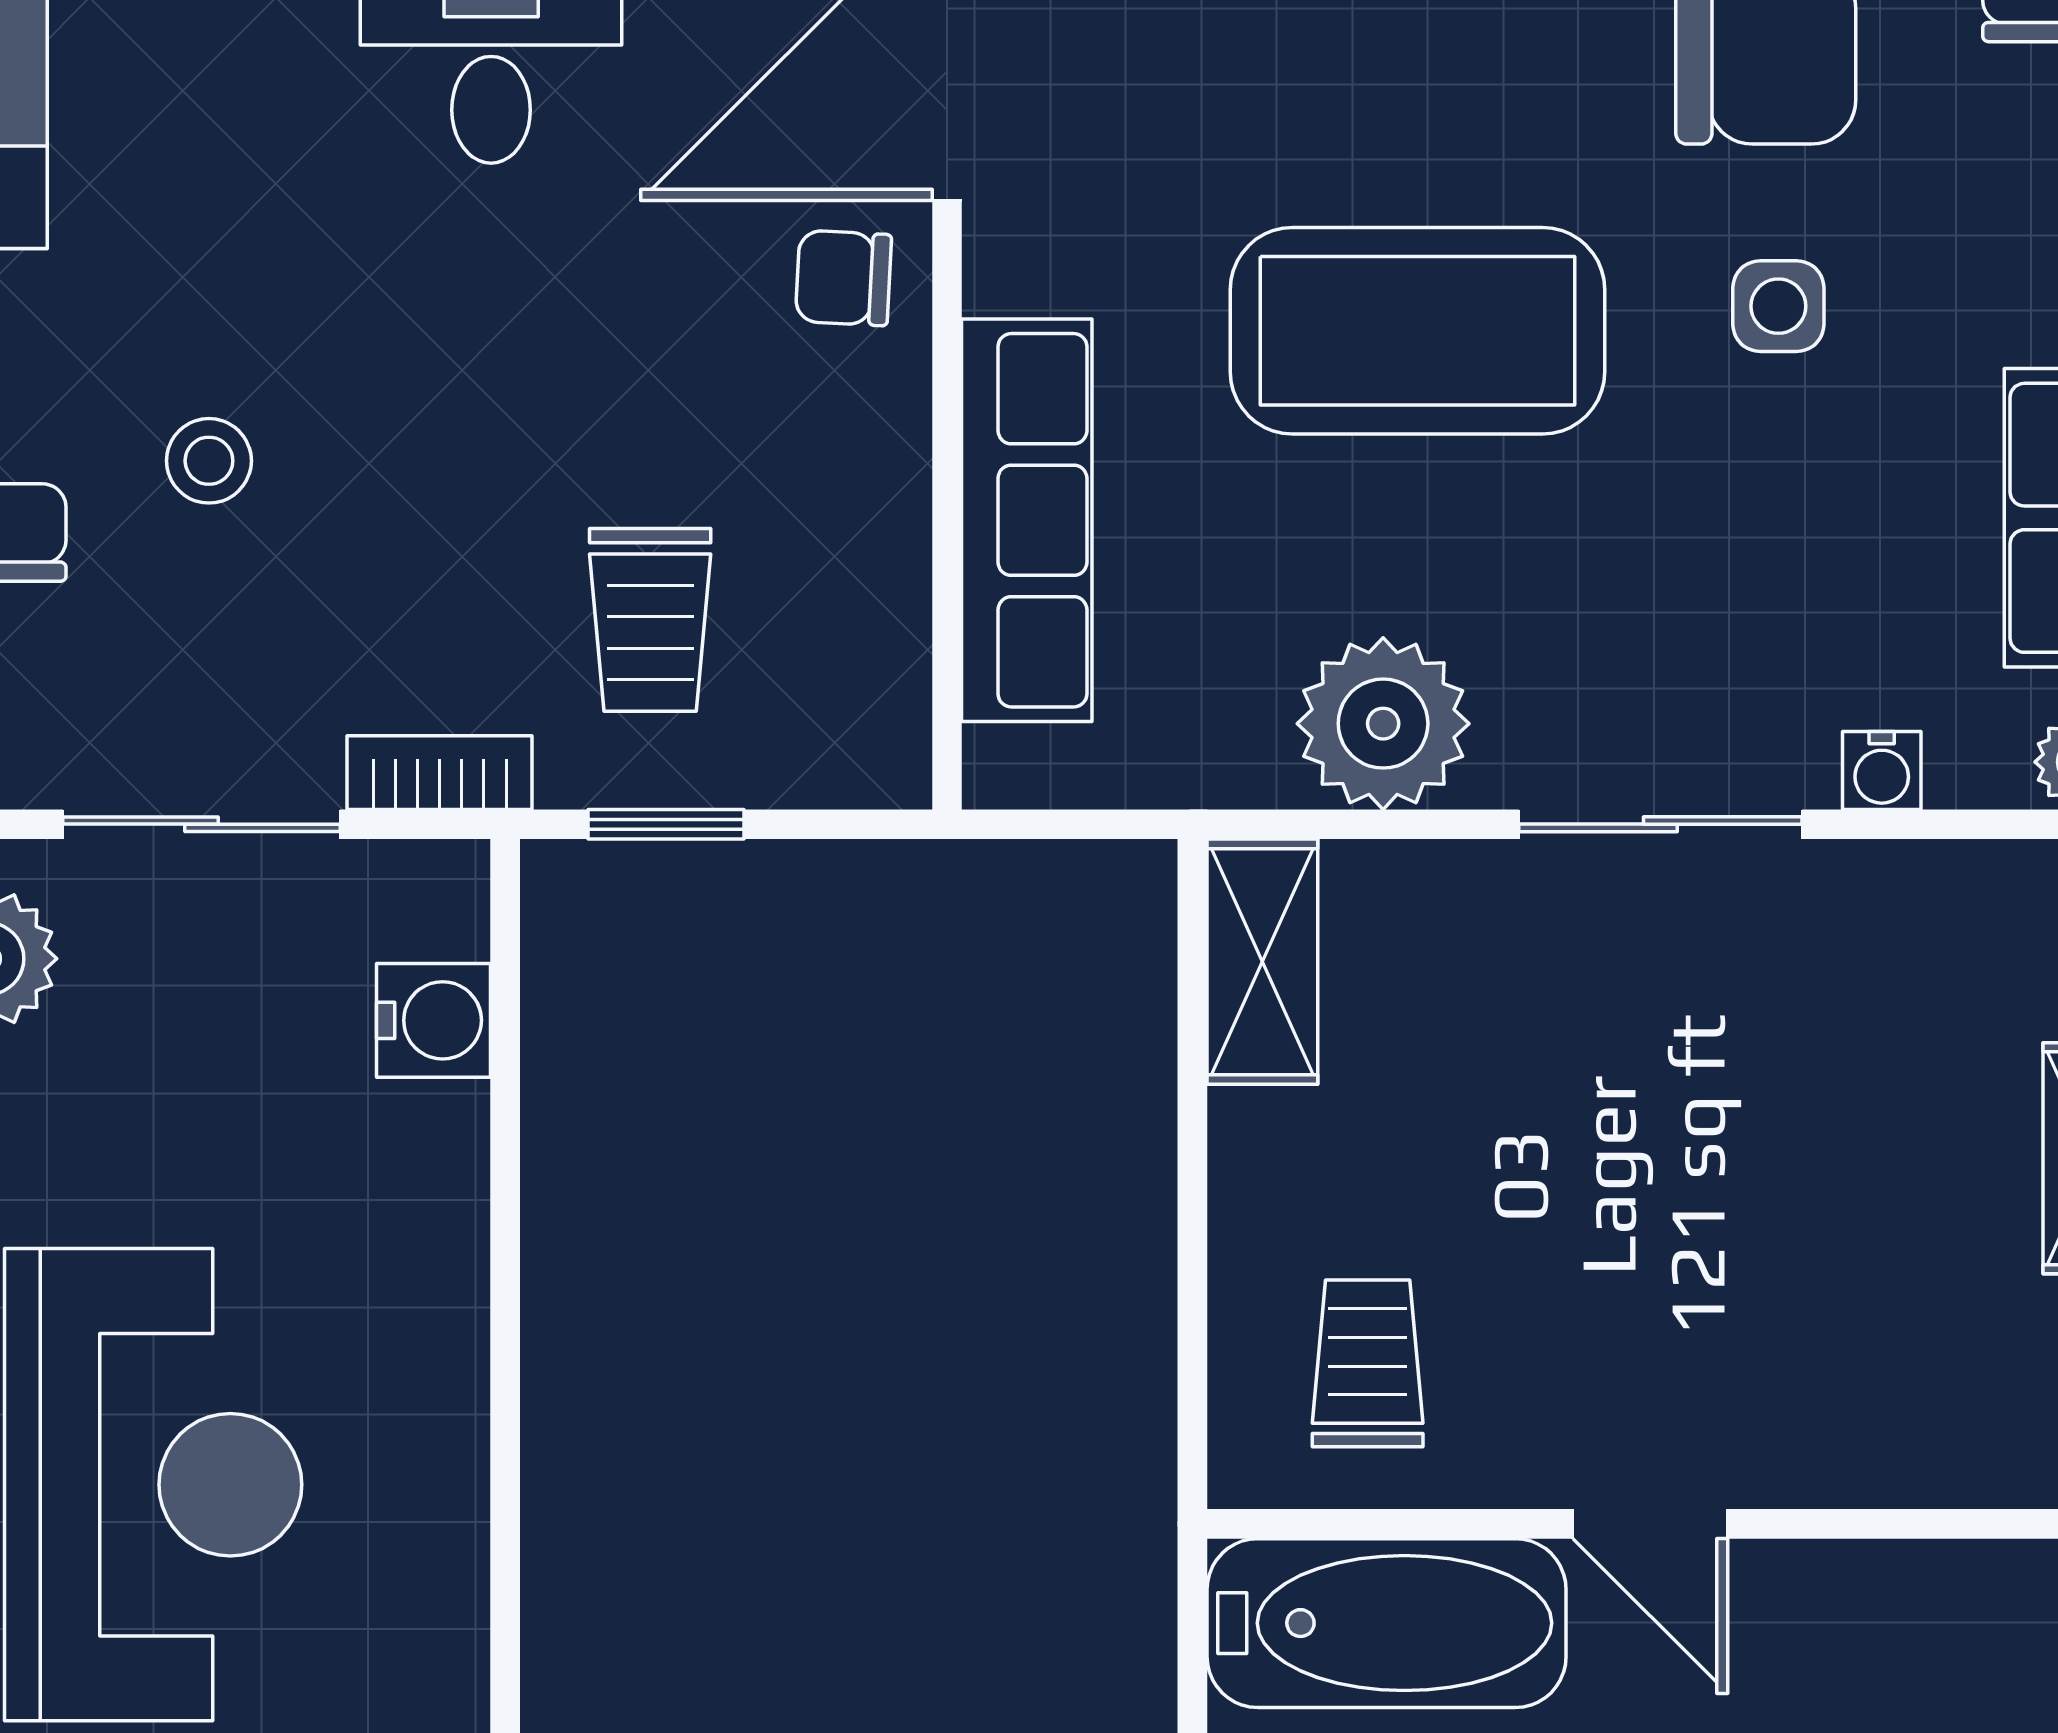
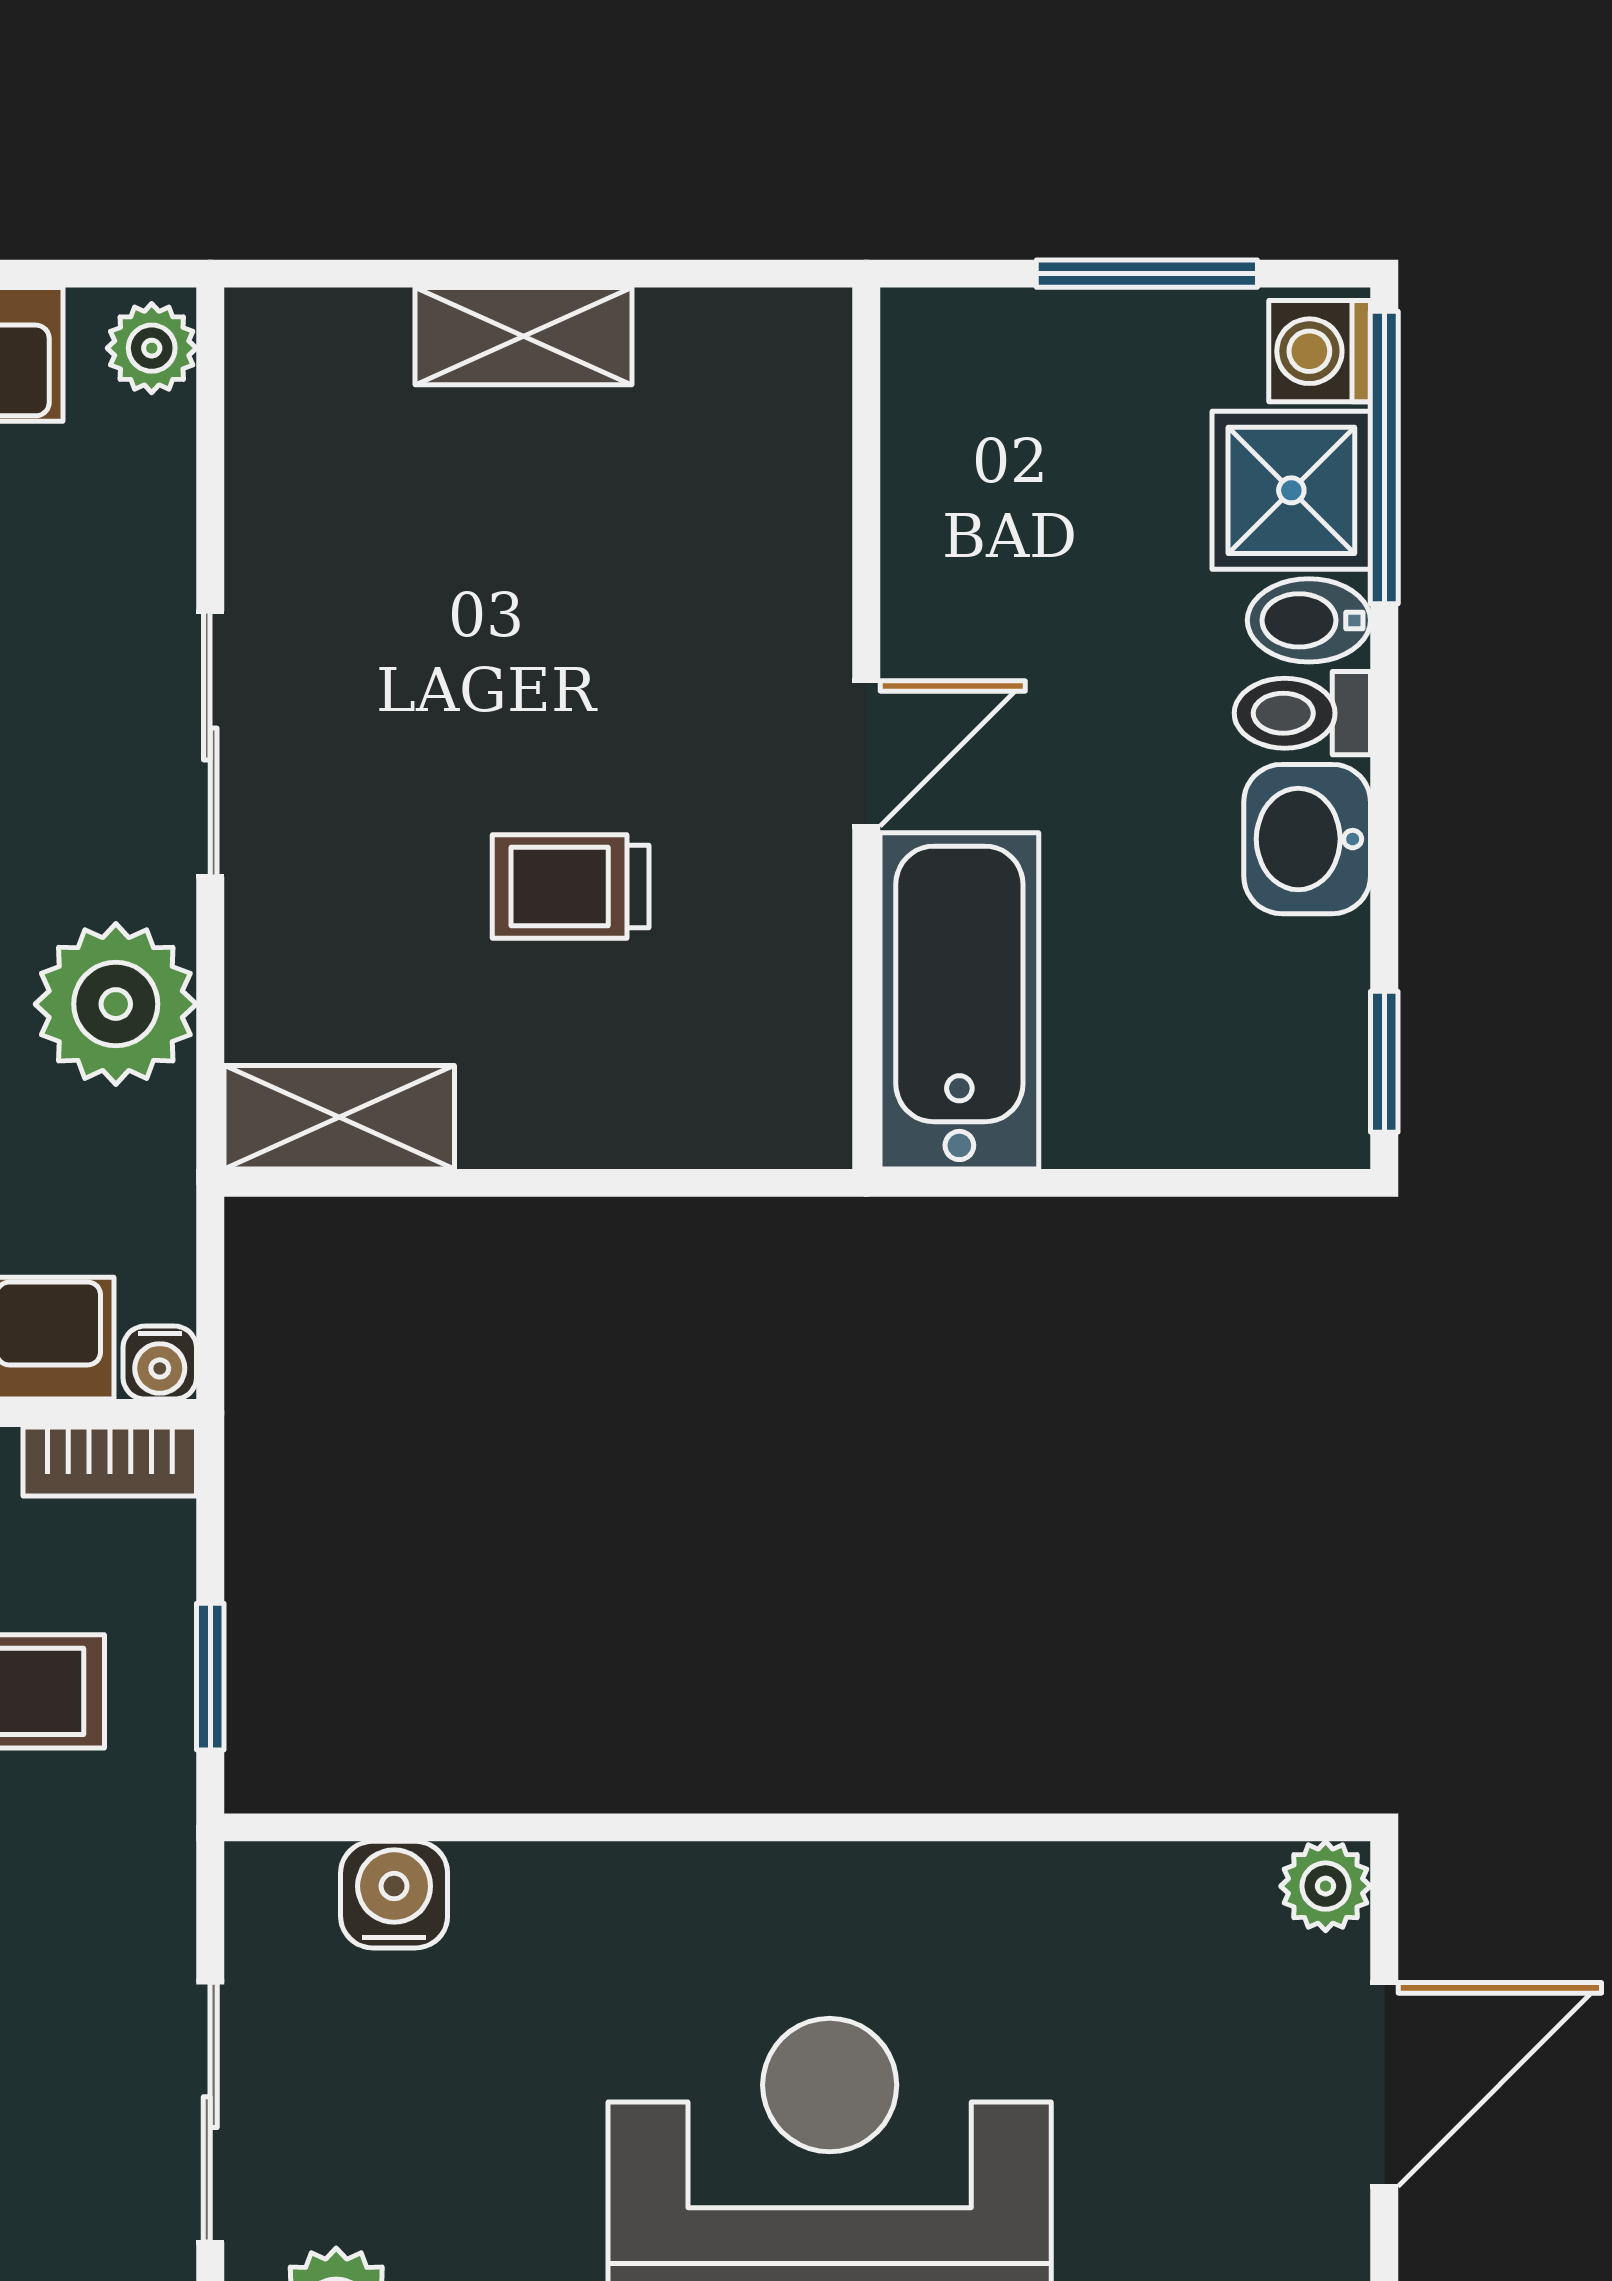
water cooler: (1882, 770) -> (160, 1363), moved, turned 90
bookcase: (440, 773) -> (110, 1461), moved, turned -90
trolley: (1368, 1363) -> (571, 886), moved

